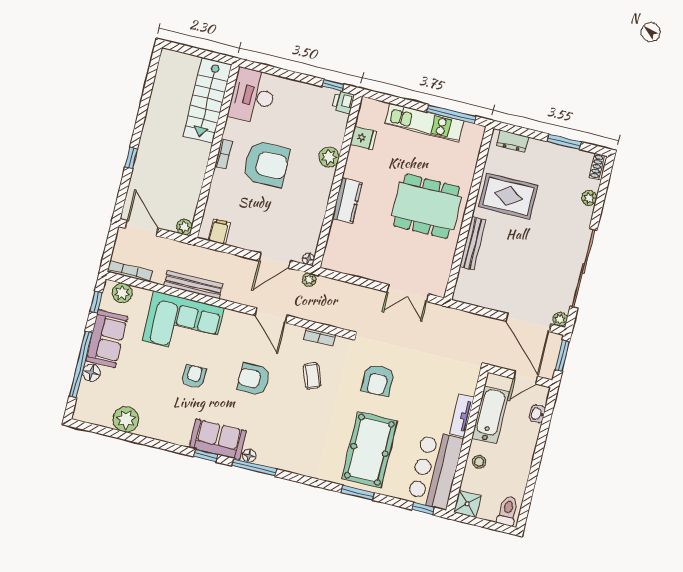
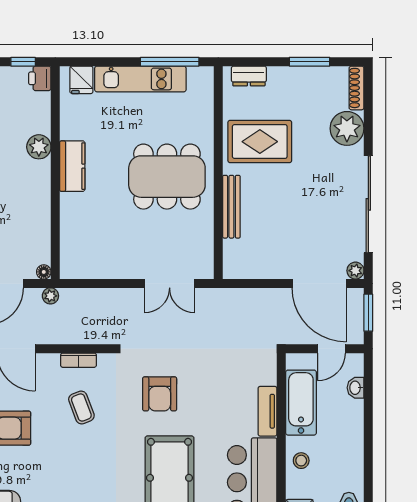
fridge: (363, 138) -> (81, 80), moved, turned 90
shoe rack: (598, 167) -> (357, 88), width x1.43
plant: (589, 198) -> (347, 128), width x1.87, depth x1.87
kitchen counter: (347, 201) -> (72, 166), moved

